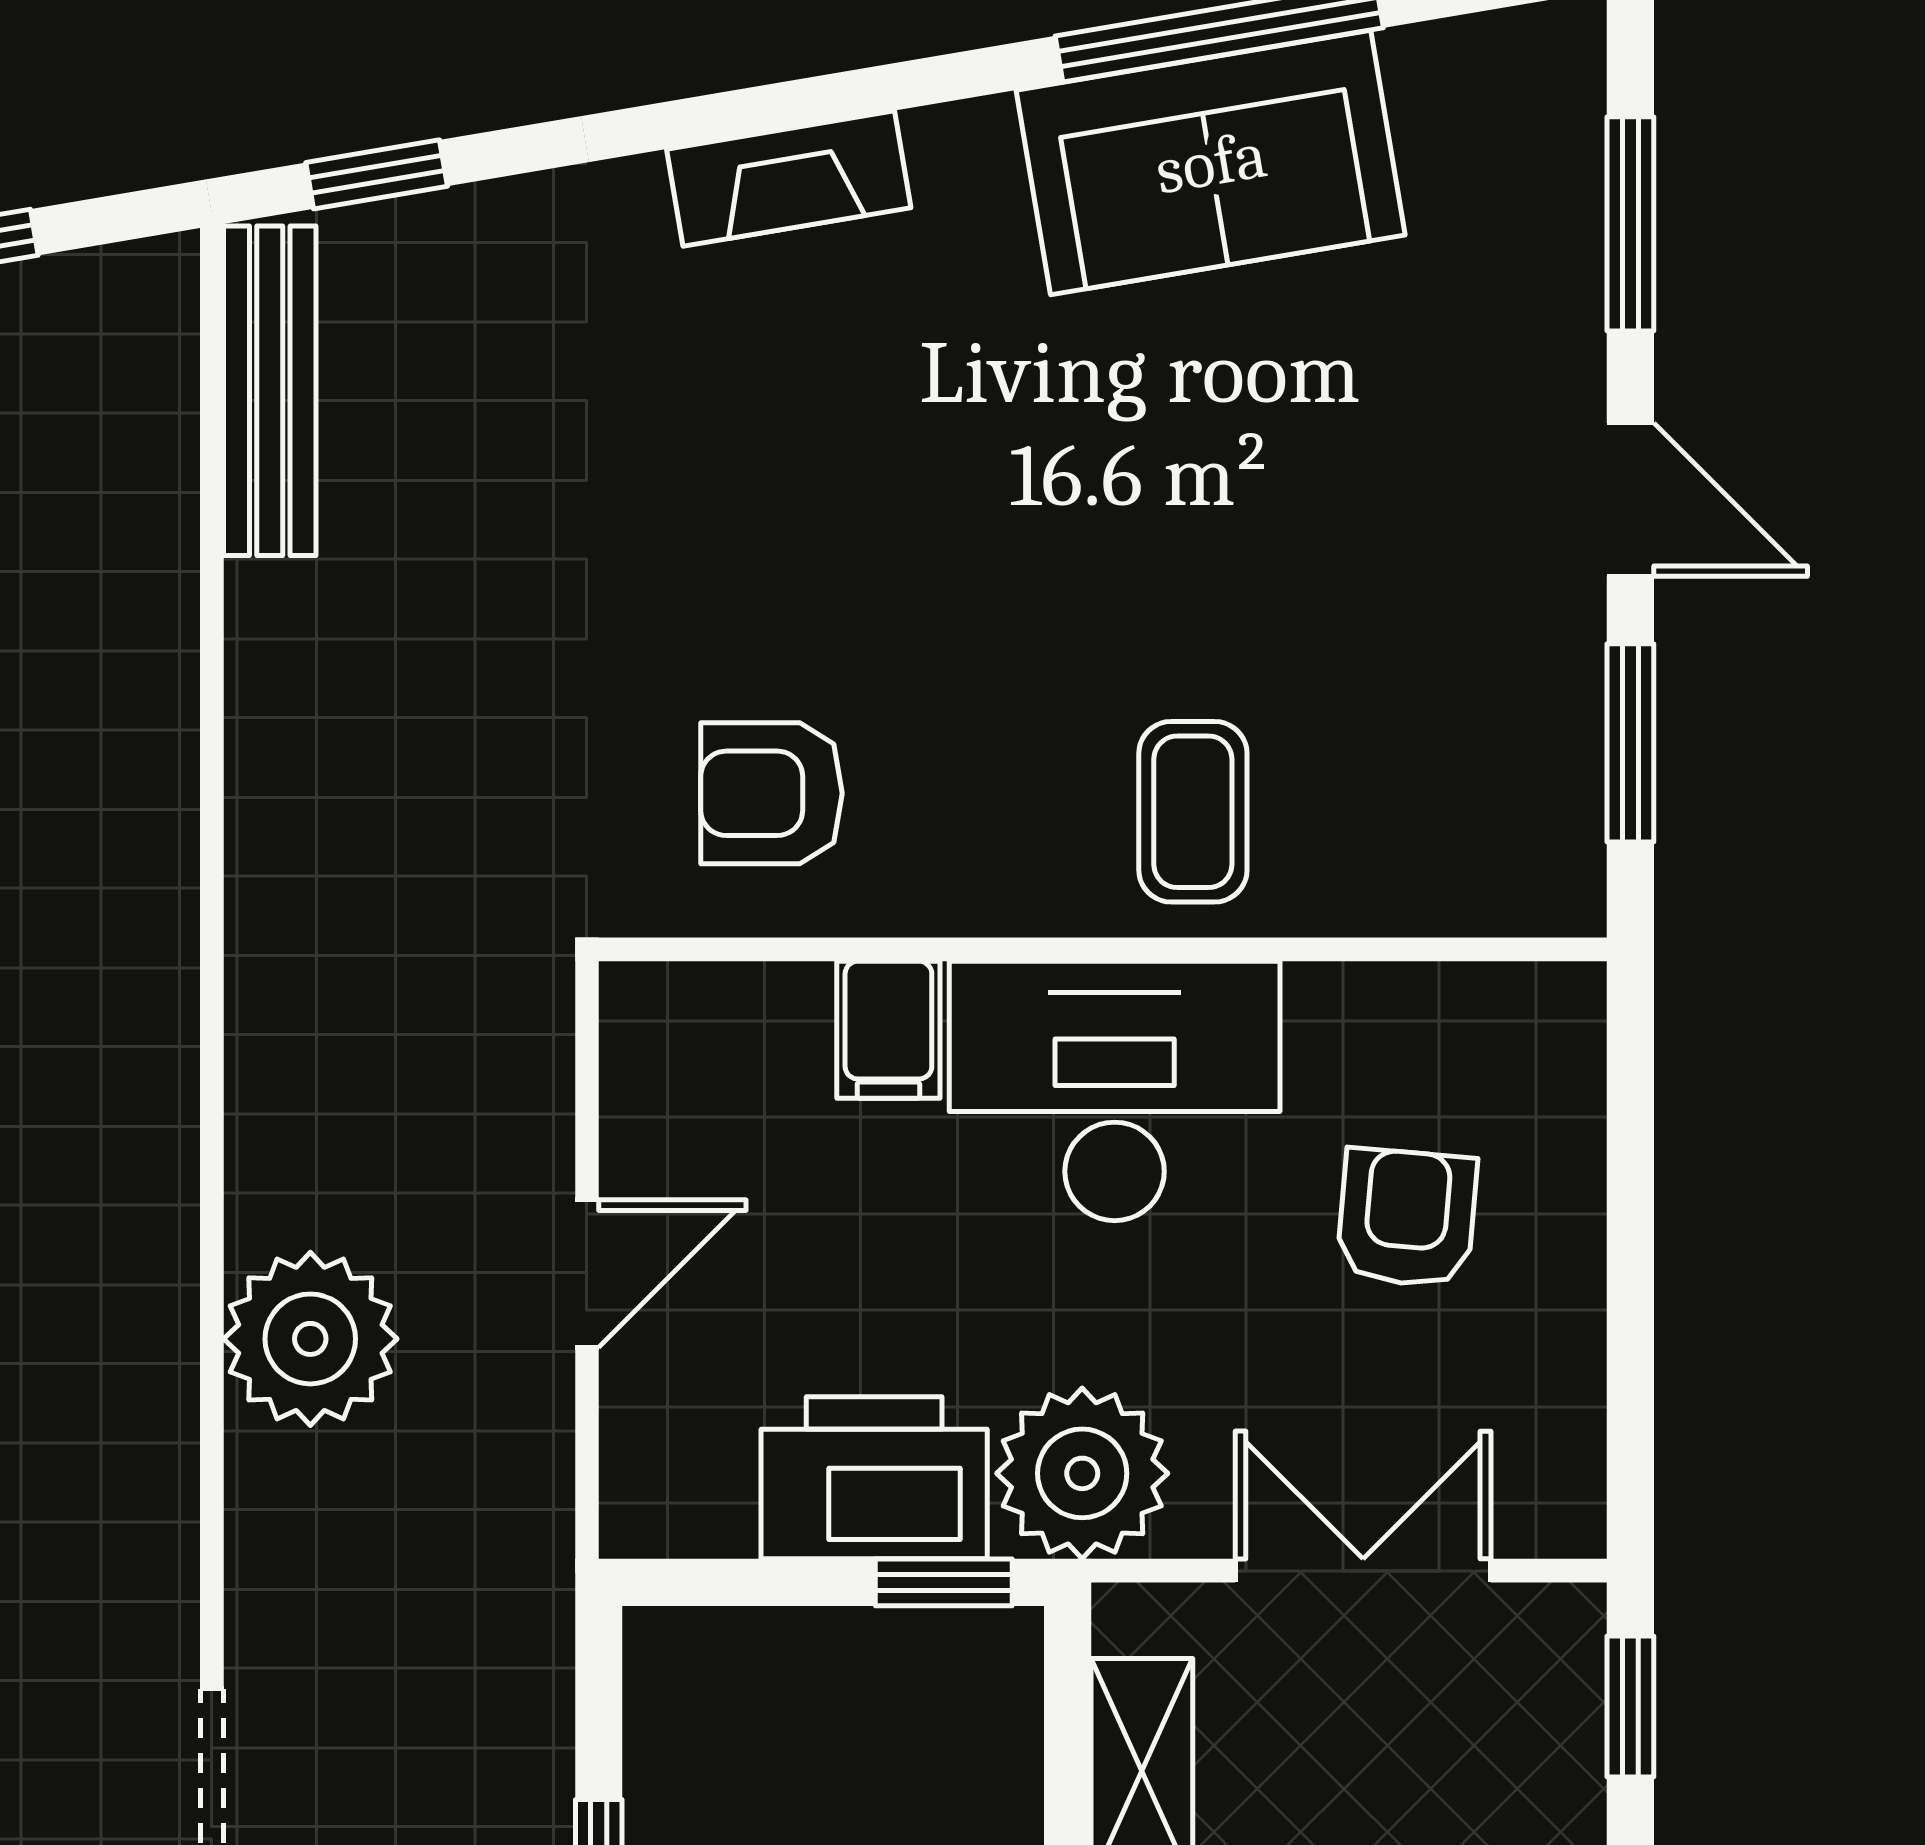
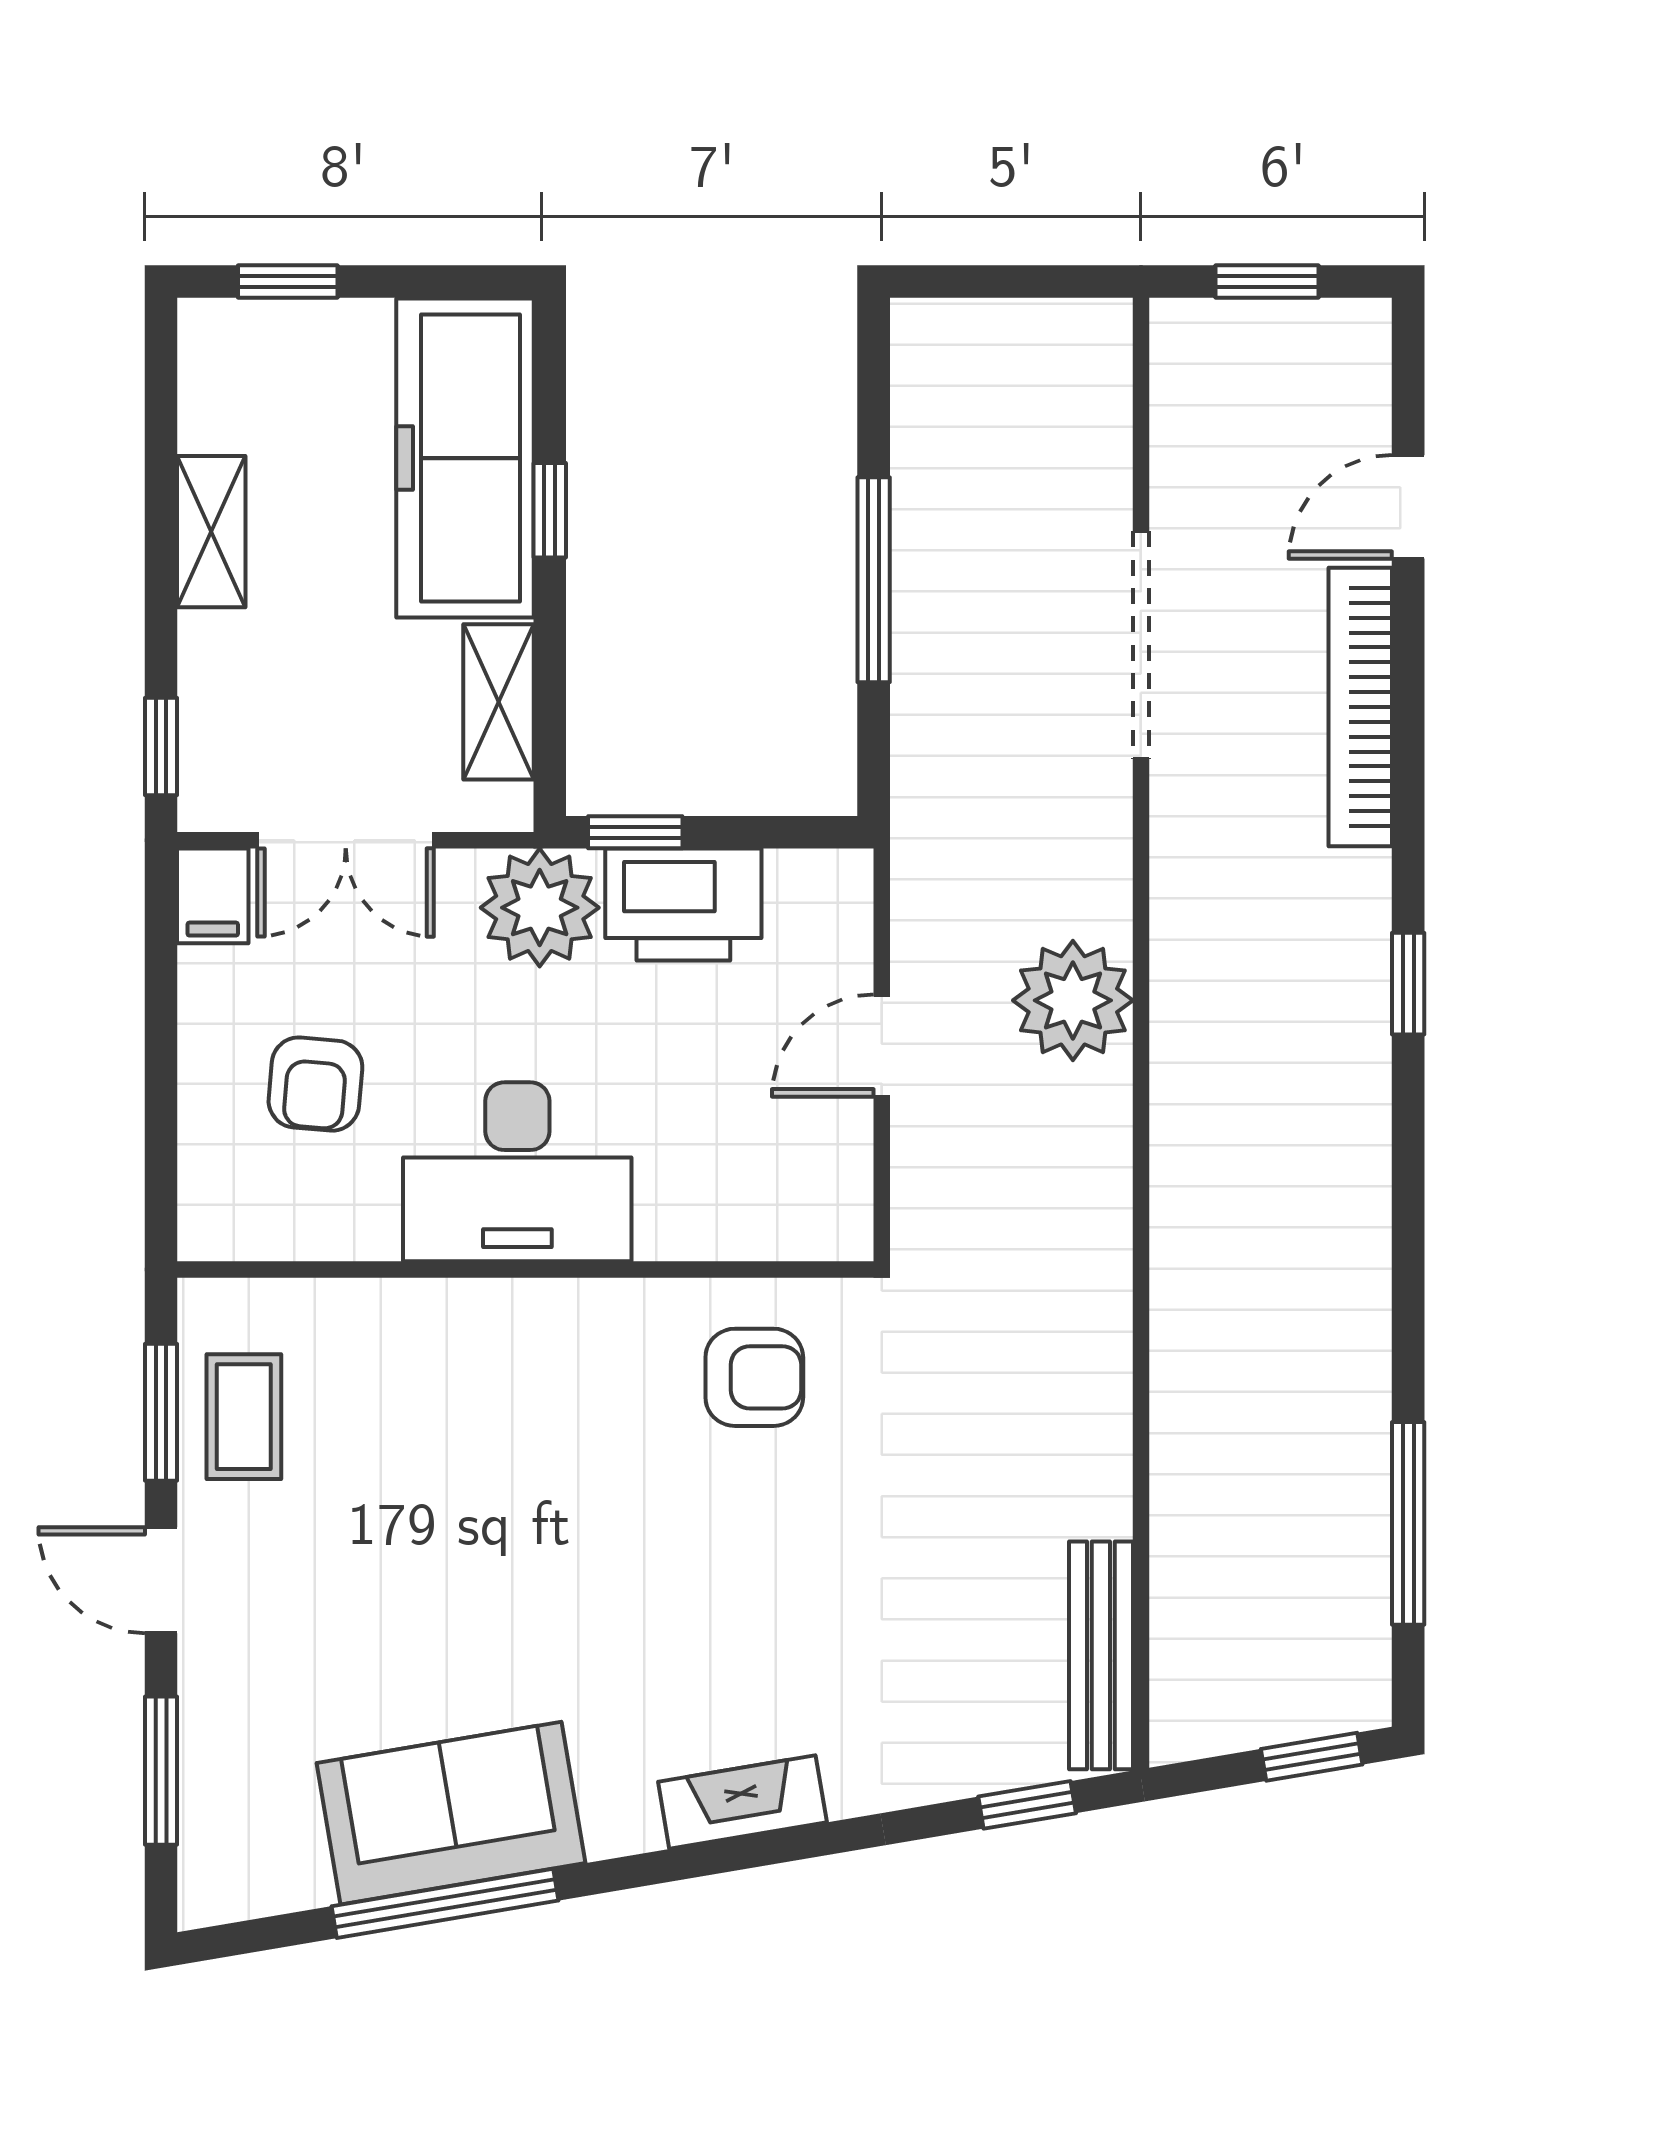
coffee table: (1193, 812) -> (244, 1417), moved
filing cabinet: (888, 1030) -> (213, 896), moved, turned 180

